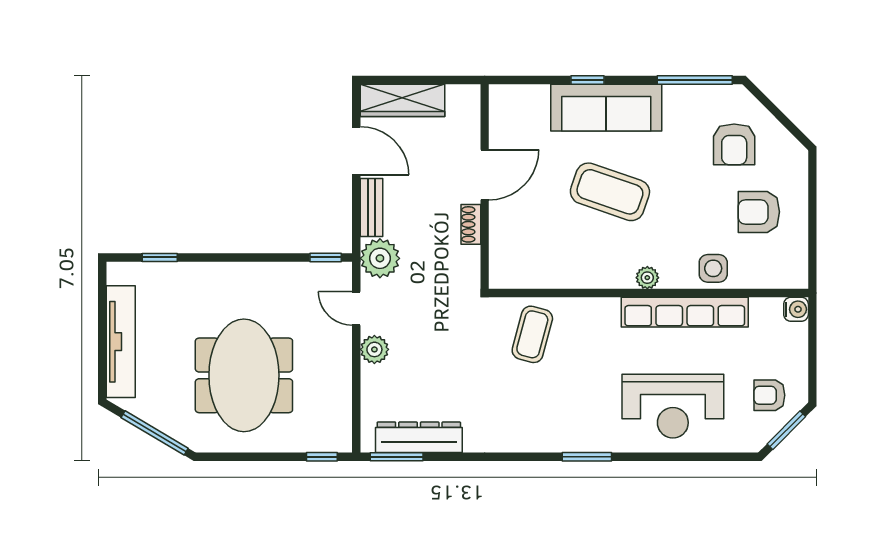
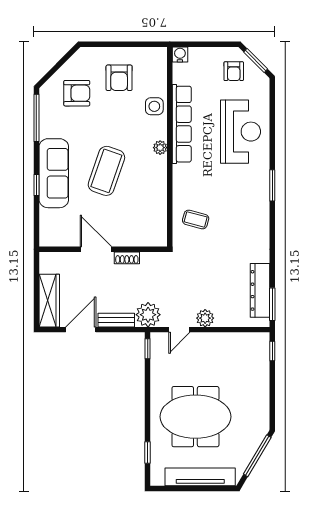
coffee table: (532, 334) -> (196, 219), width x0.73, depth x0.77
meeting table: (244, 375) -> (195, 417), moved

